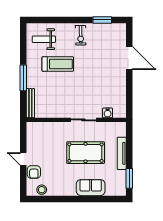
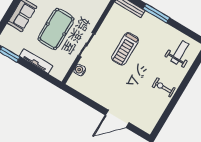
window: (102, 20) -> (166, 115), removed
treadmill: (58, 64) -> (125, 49), moved

